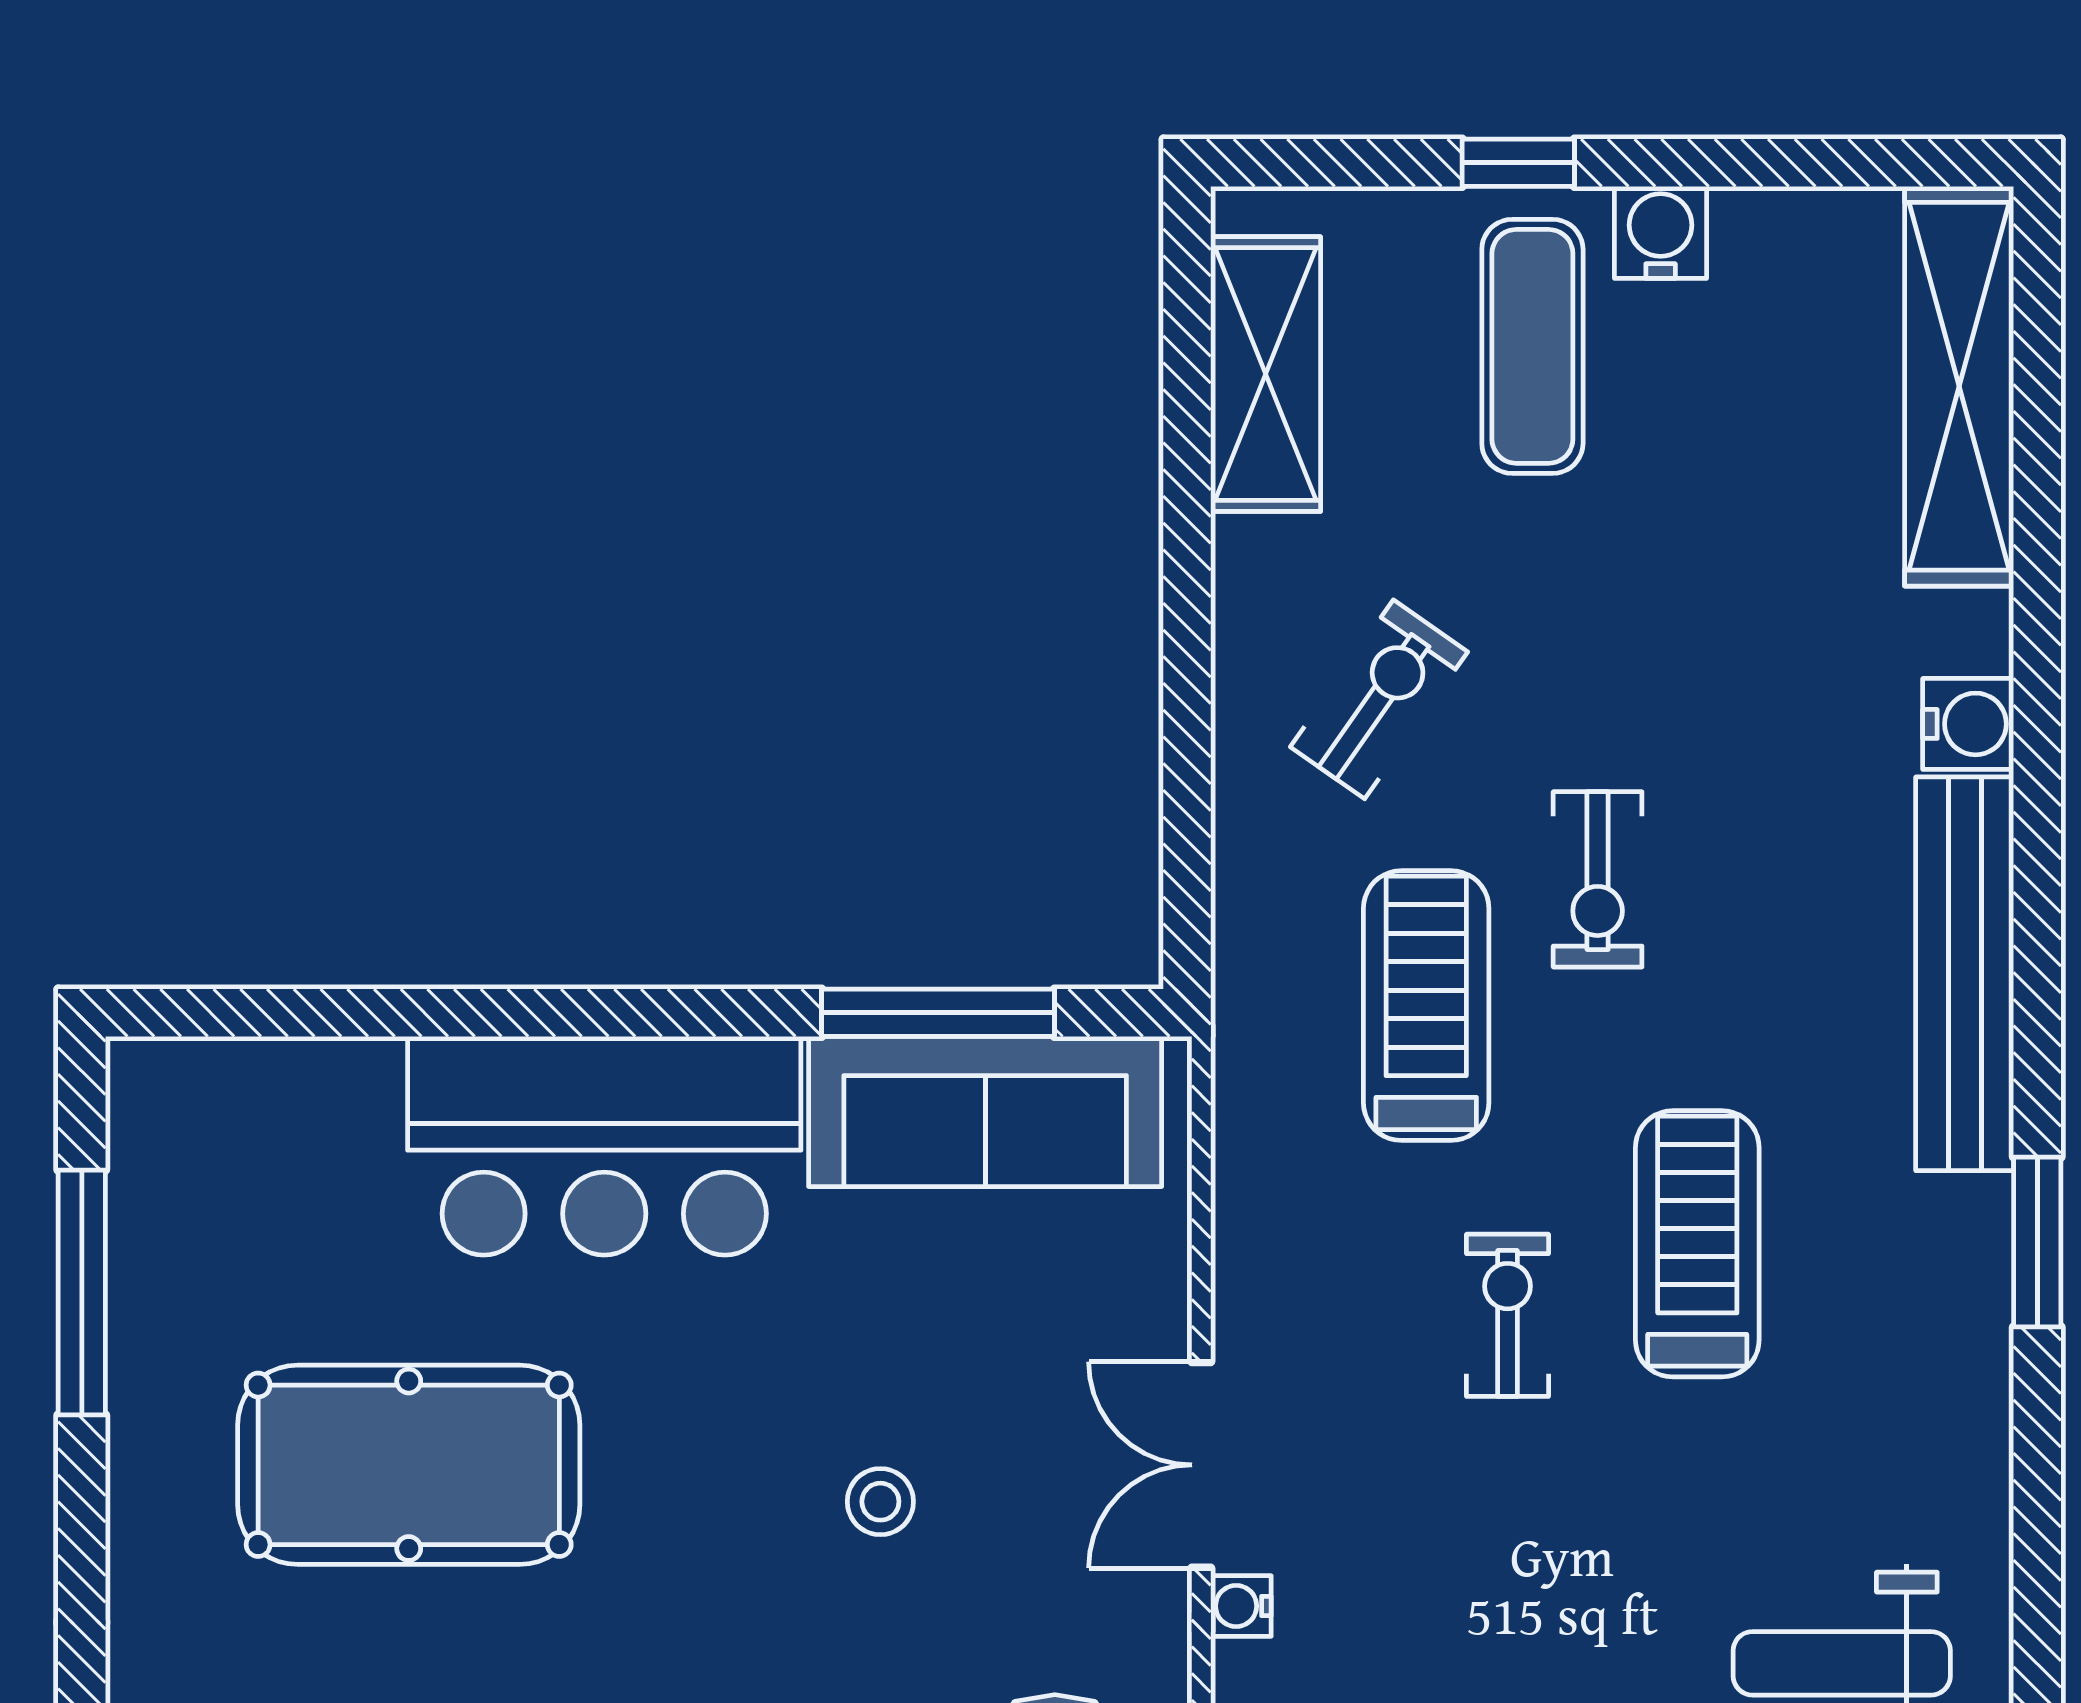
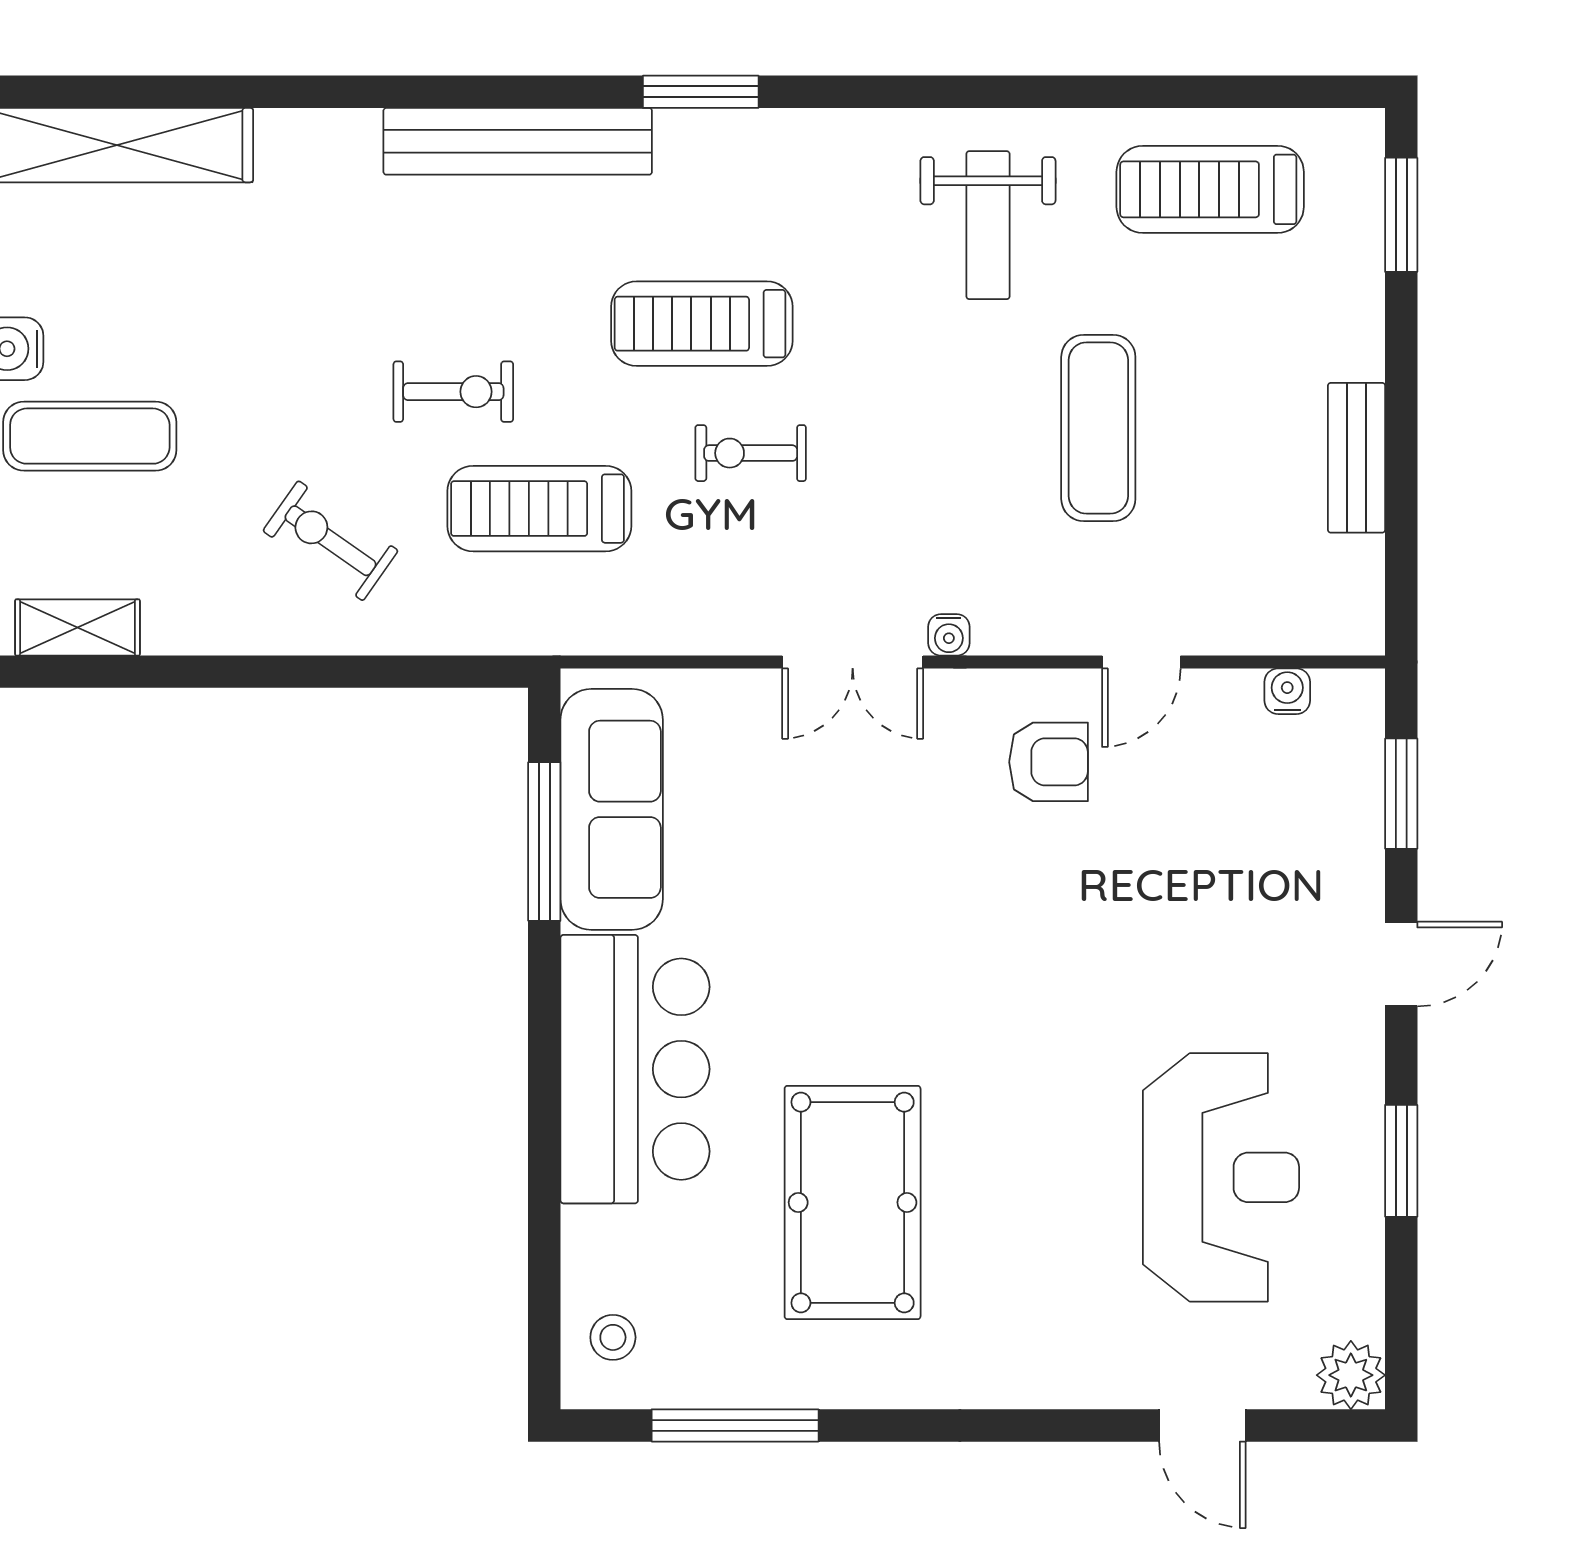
shelving: (1266, 374) -> (77, 627), width x0.67, depth x0.75
water cooler: (1968, 724) -> (347, 139), removed
stool: (880, 1502) -> (613, 1337), moved

